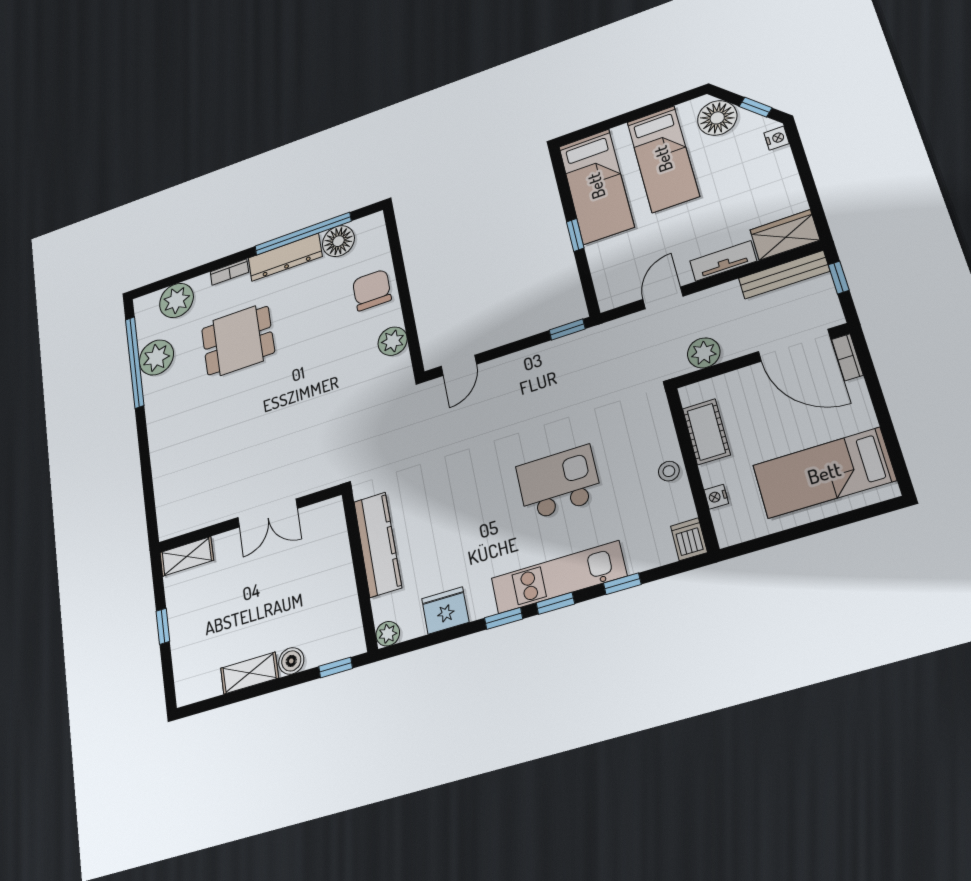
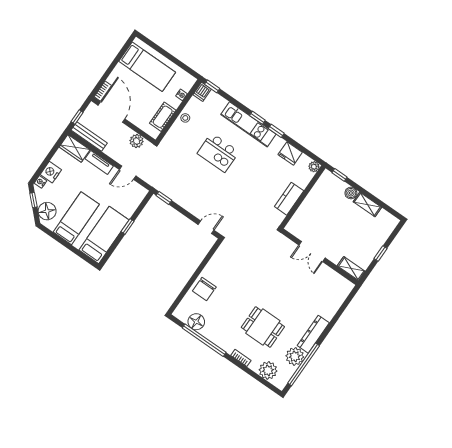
nightstand: (778, 167) -> (51, 172), added
dresser: (285, 257) -> (313, 334), moved, turned -90
plant: (393, 341) -> (217, 262), removed
double door: (267, 513) -> (312, 251), swing flipped
kitchen counter: (378, 544) -> (289, 199), width x0.67
window: (622, 584) -> (212, 86), moved

